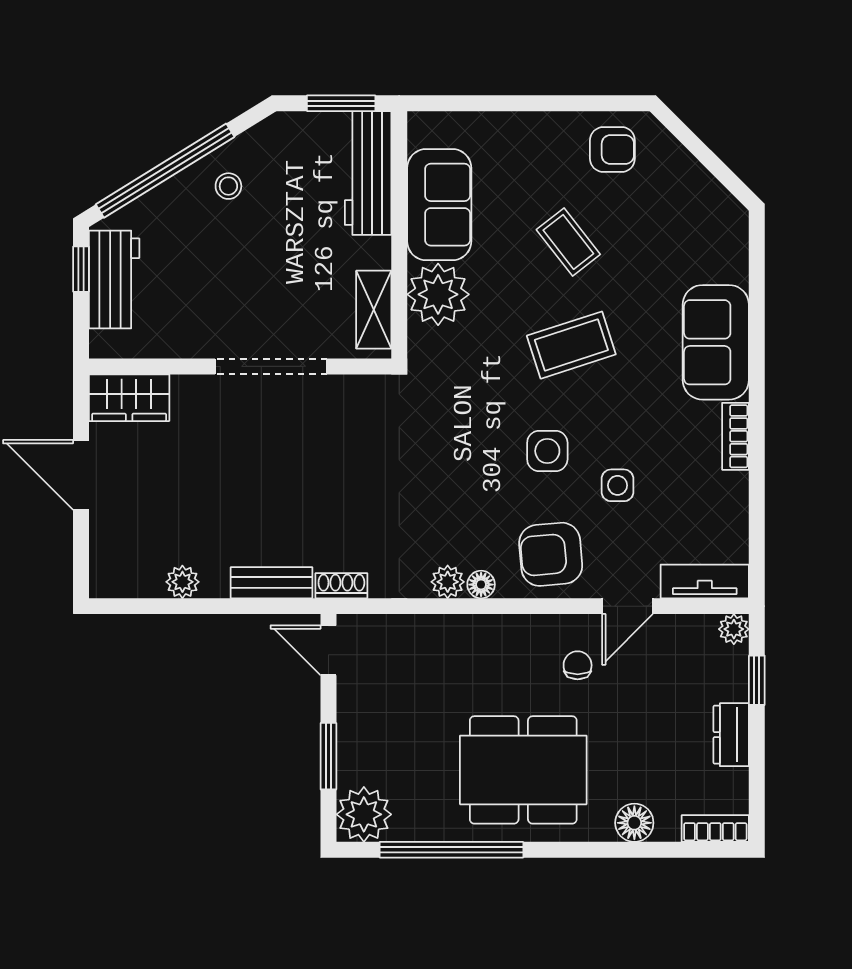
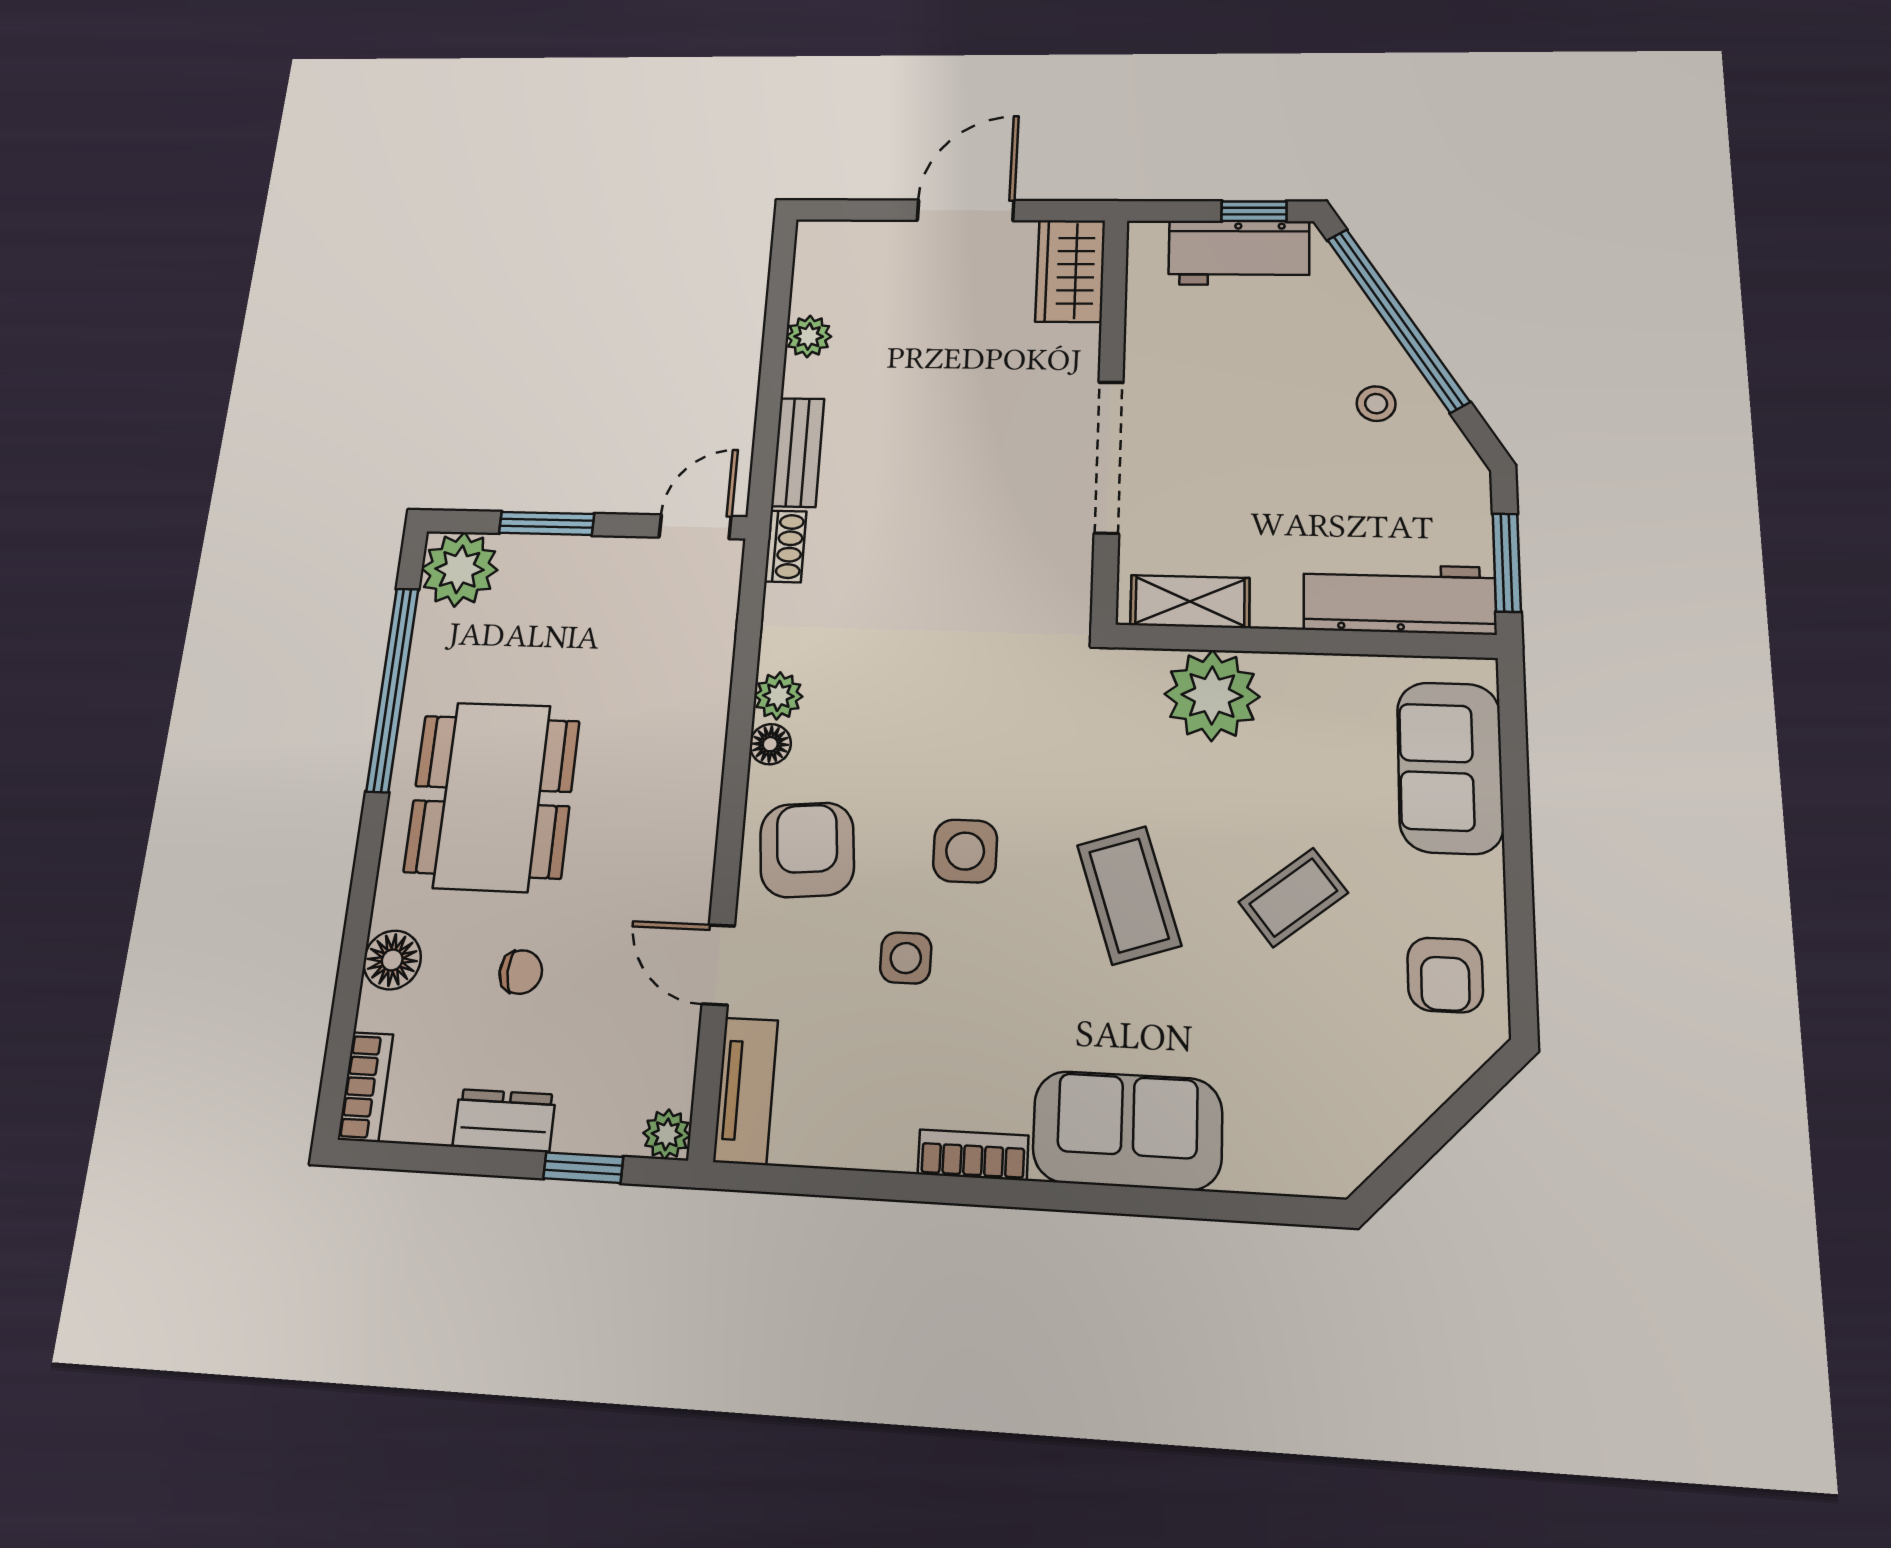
sofa: (439, 205) -> (1450, 767), moved, turned 90
chair: (578, 665) -> (521, 972), moved

